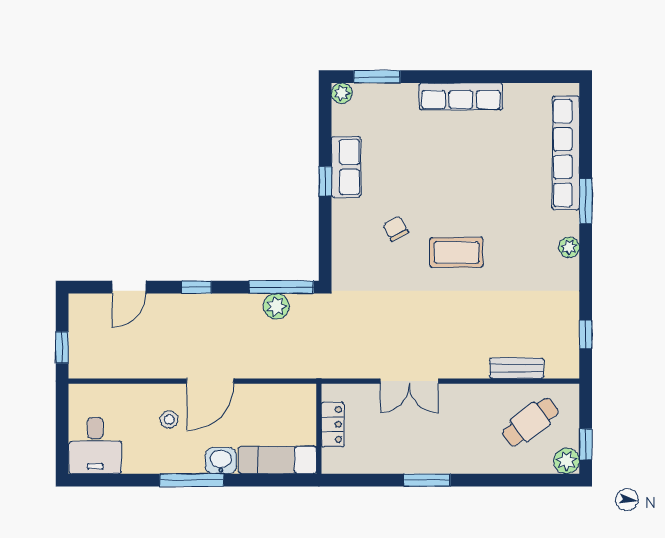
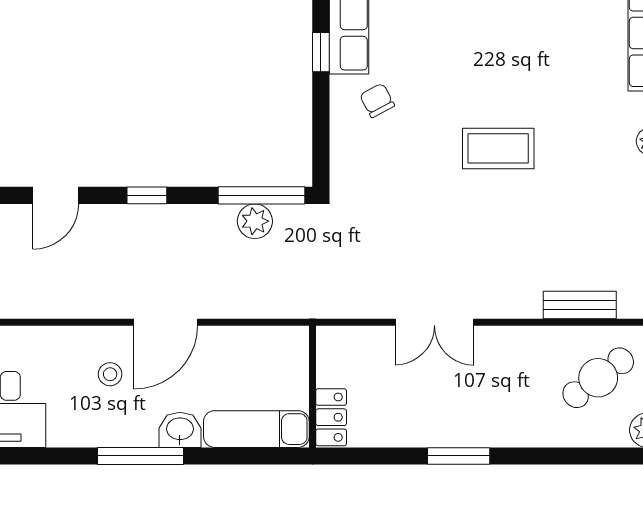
chair: (396, 229) -> (377, 100), moved
locker: (333, 424) -> (331, 417), moved

